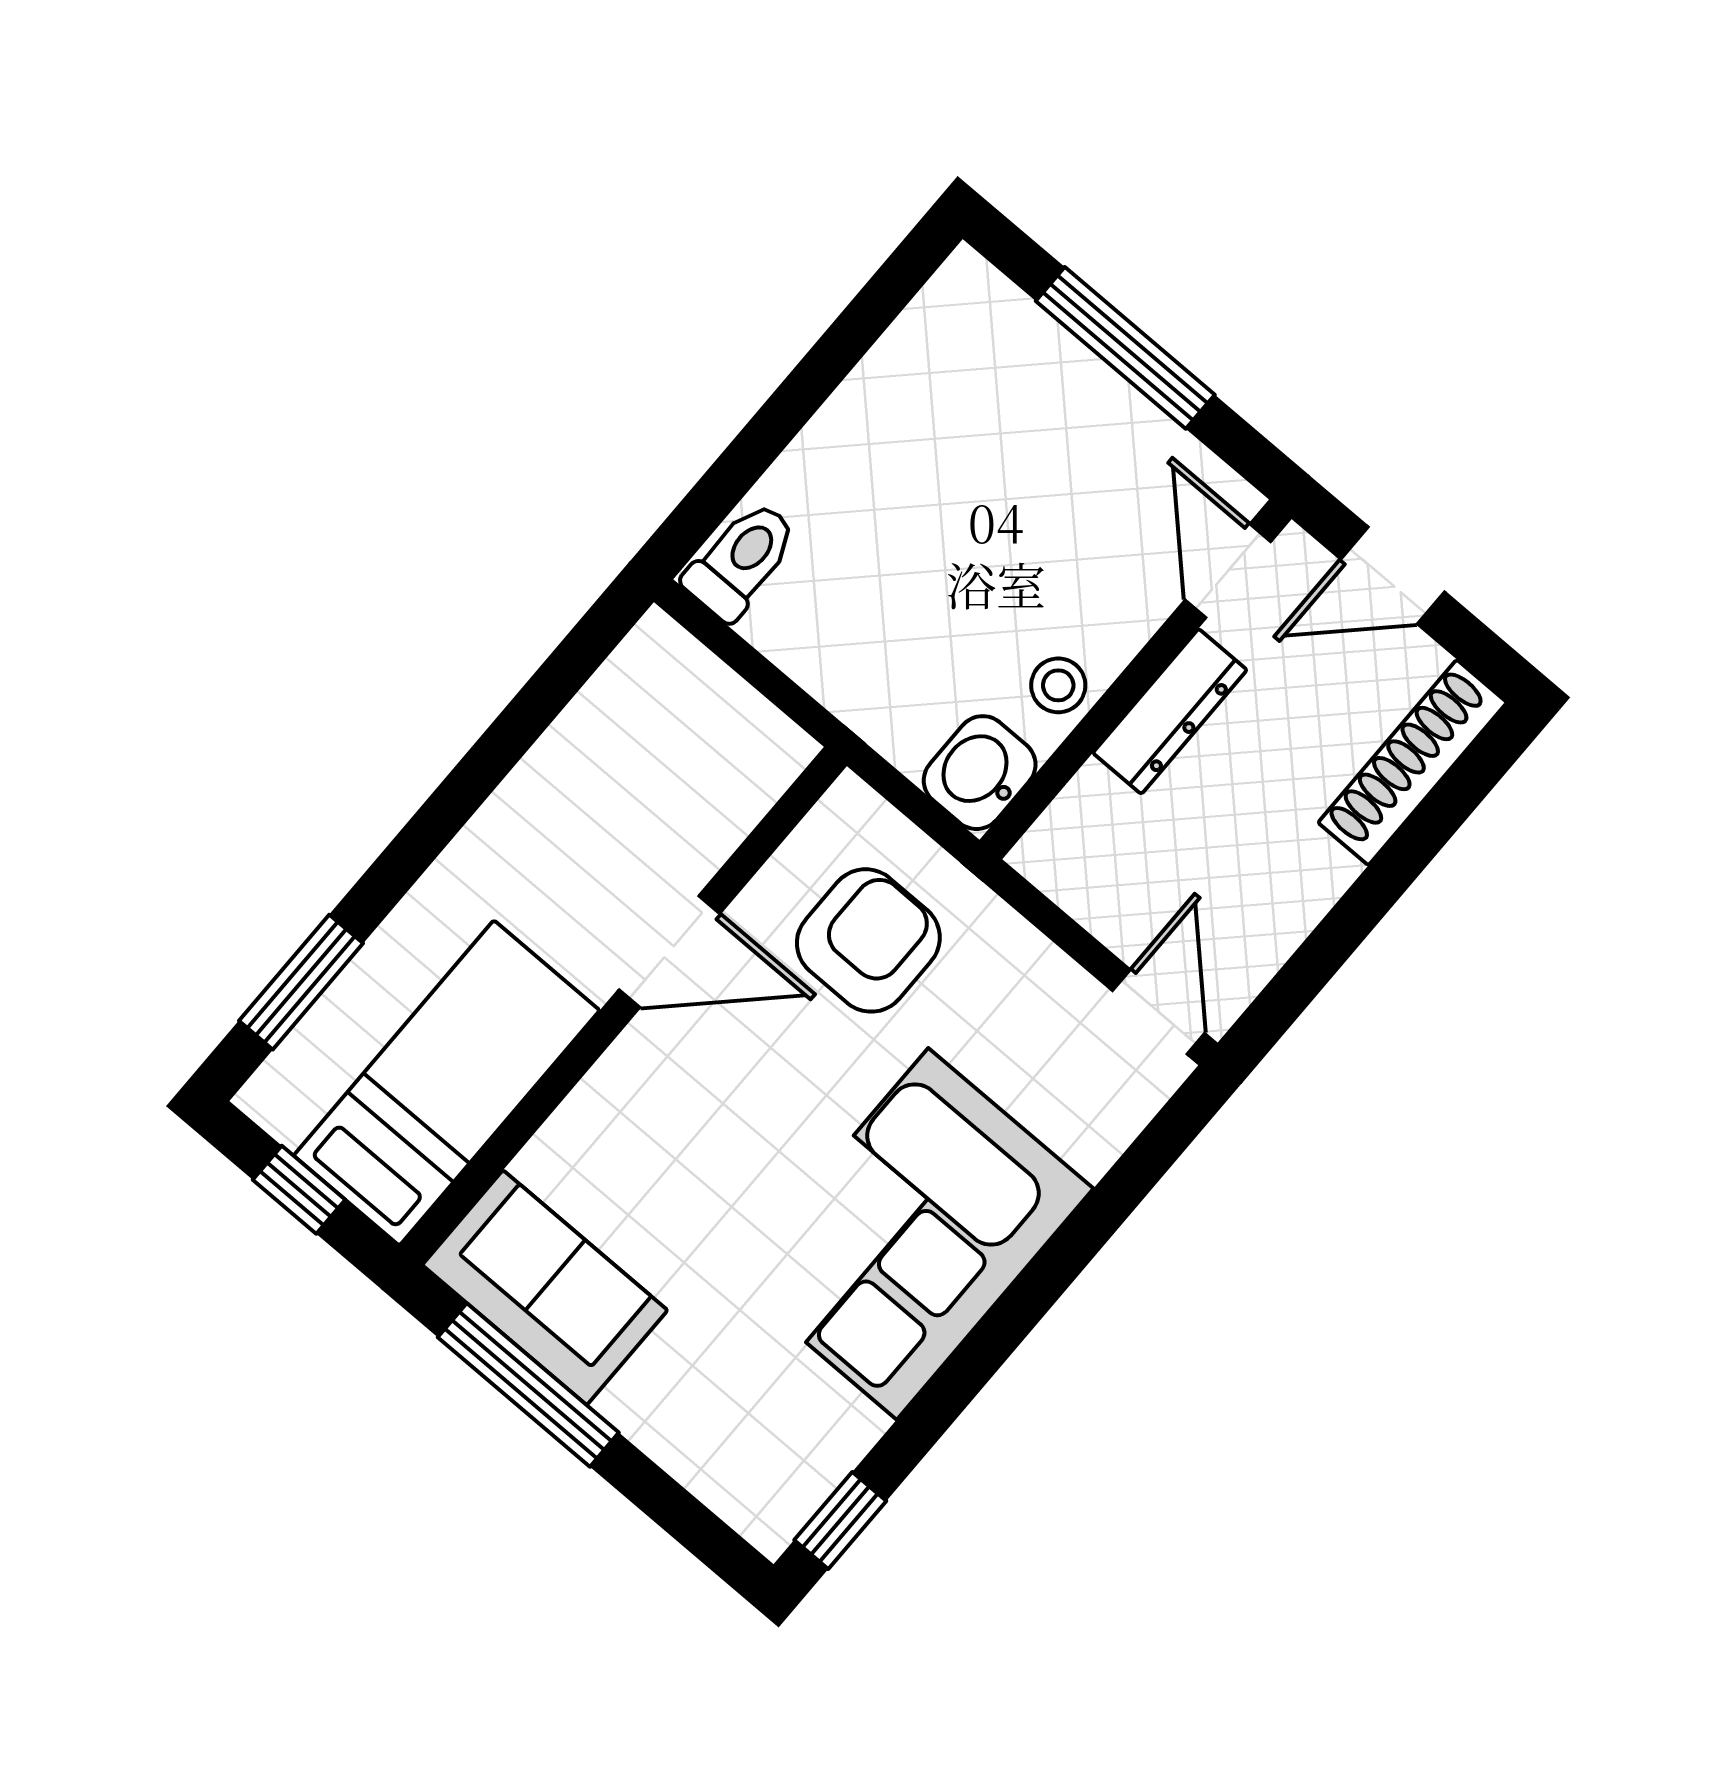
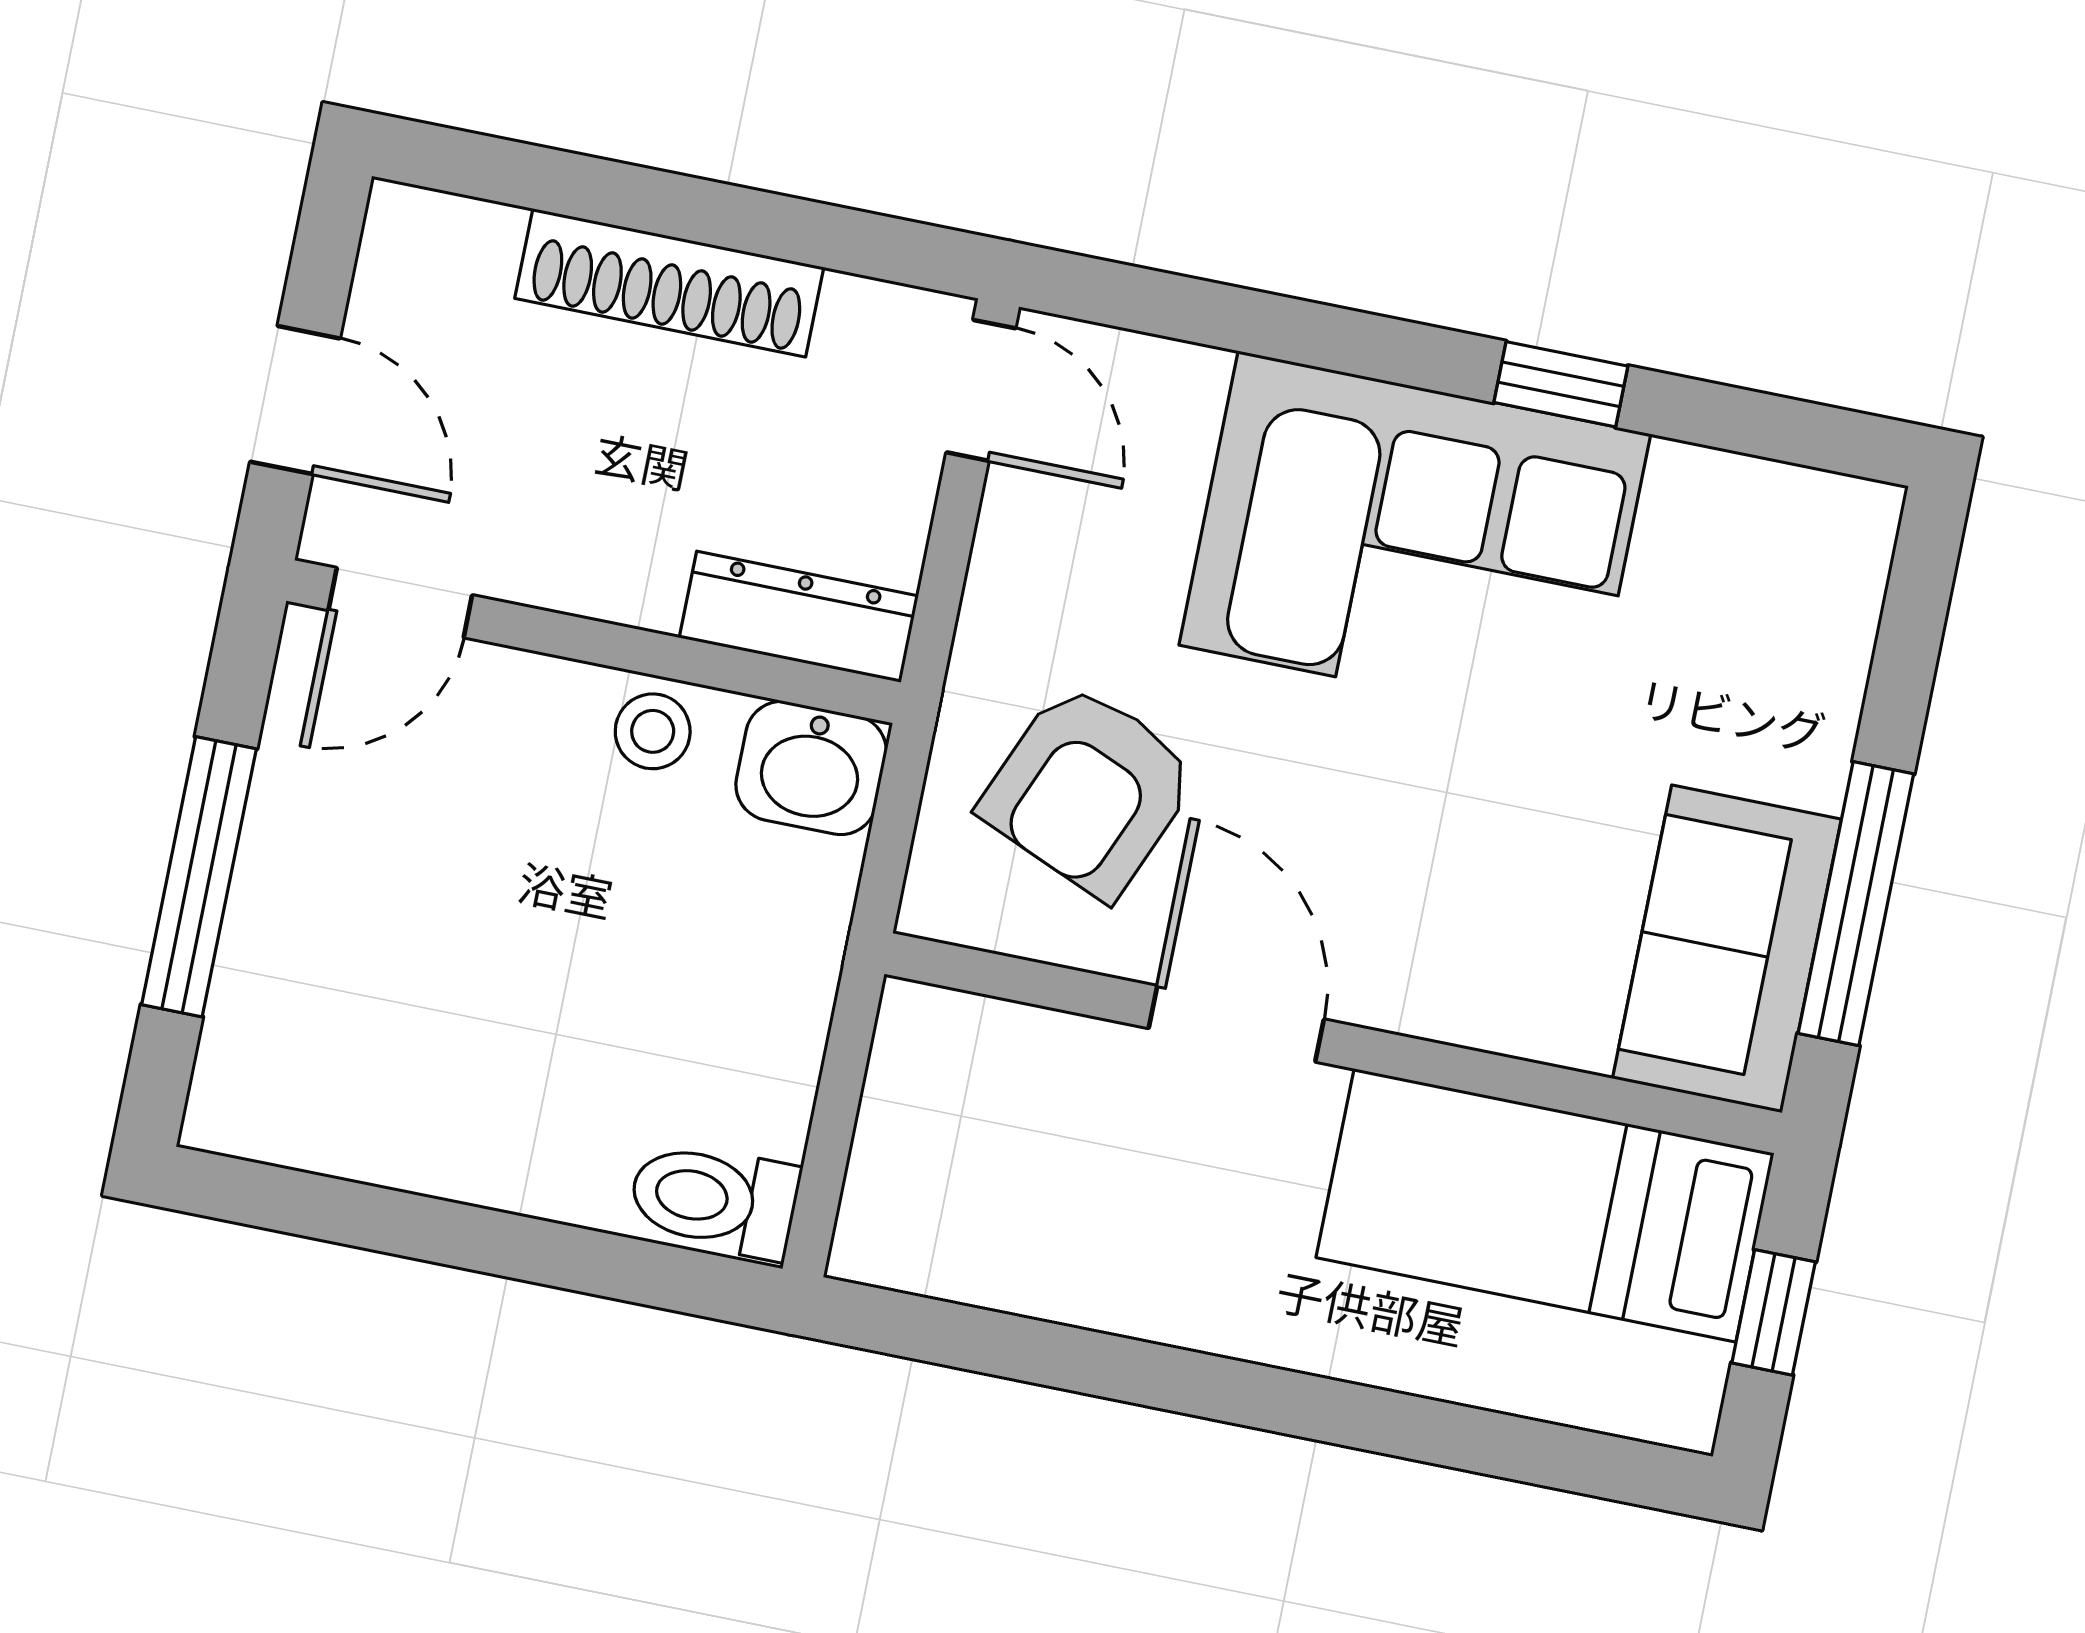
dresser: (1170, 711) -> (799, 617), moved
shoe rack: (1413, 762) -> (669, 283), moved
armchair: (868, 940) -> (1089, 790), turned -67
window: (301, 982) -> (1521, 1449), removed
door: (1159, 1012) -> (981, 390), swing flipped
window: (840, 1521) -> (1561, 384), moved

